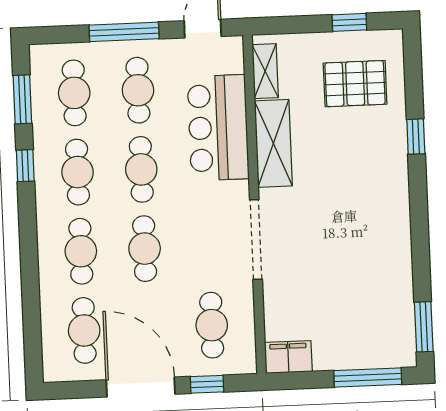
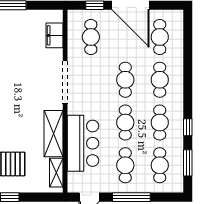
filing cabinet: (288, 357) -> (54, 35), moved, turned 90

